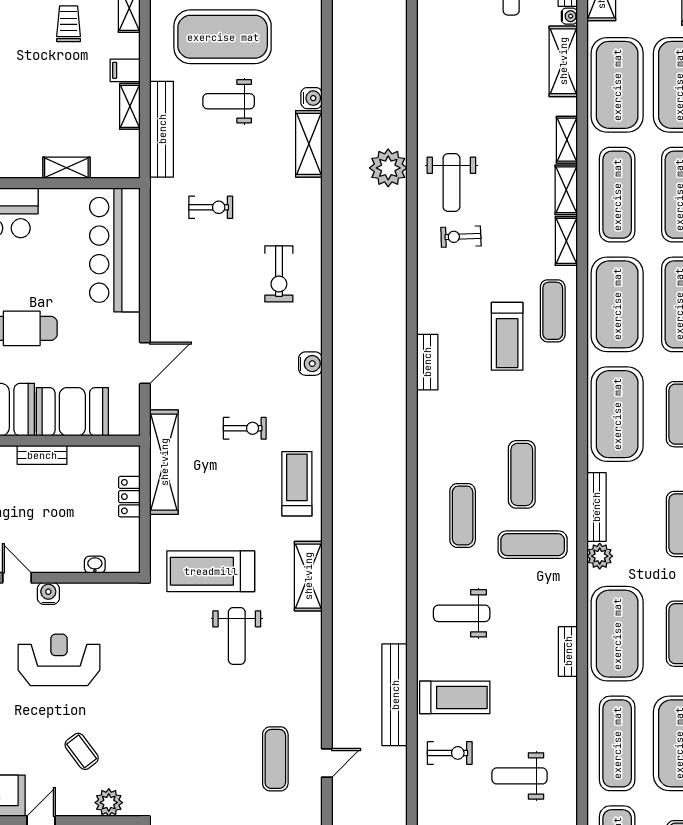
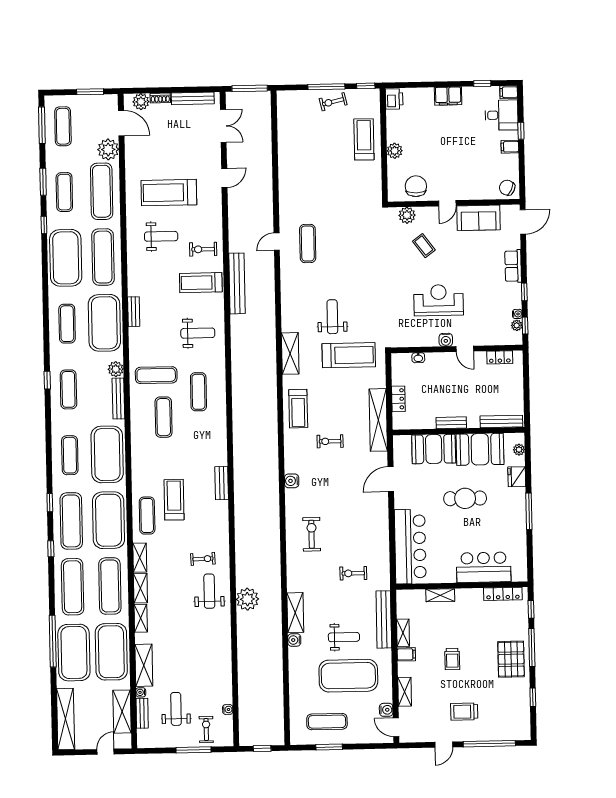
trolley: (69, 24) -> (452, 659), moved
reception desk: (59, 660) -> (439, 300), turned 180

